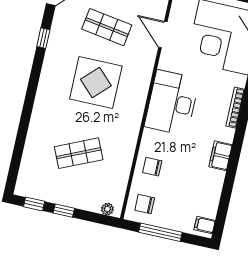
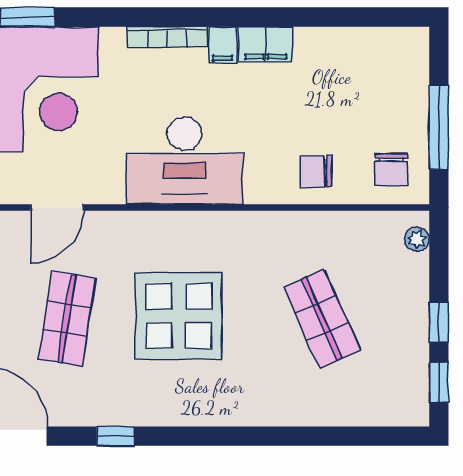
chair: (152, 167) -> (316, 171), turned 89
filing cabinet: (205, 225) -> (223, 45), moved

